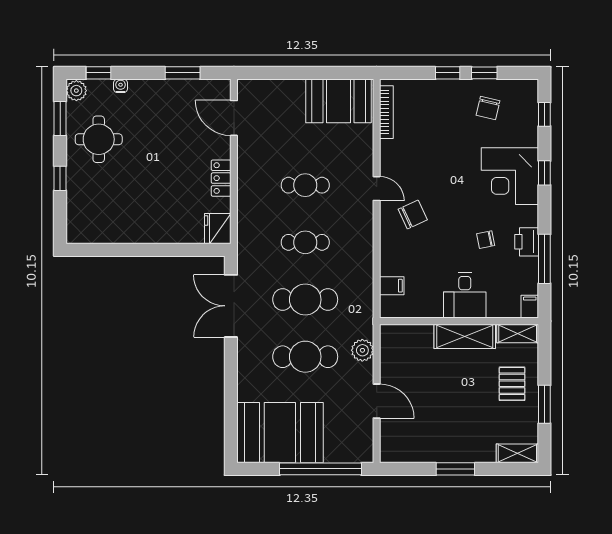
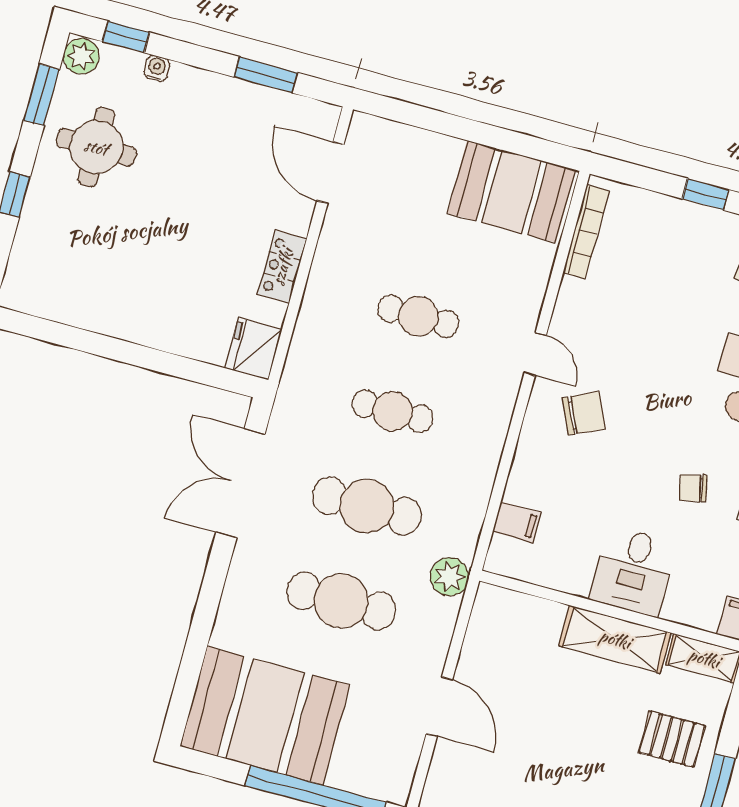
plant: (362, 350) -> (450, 577), moved
pallet: (512, 384) -> (672, 739), turned 90

